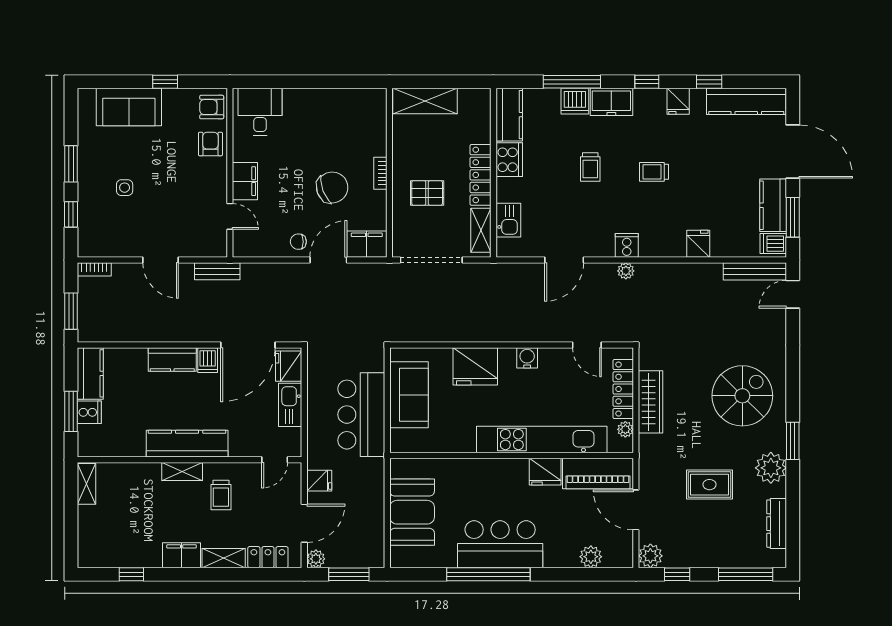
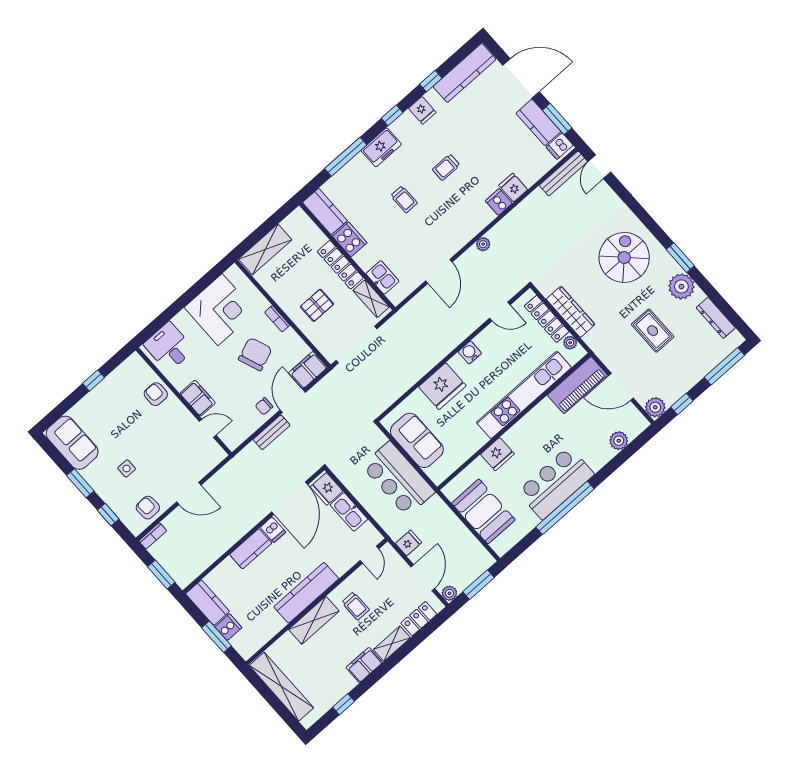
dishwasher: (575, 101) -> (358, 167), removed
sofa: (129, 107) -> (72, 443), moved, turned -90
armchair: (212, 107) -> (148, 508), moved, turned 87
corner desk: (336, 119) -> (220, 310), added
cooker: (627, 245) -> (499, 202), moved
bench: (217, 271) -> (272, 432), moved
shelving: (182, 471) -> (314, 620), width x1.50, depth x1.33
fridge: (545, 472) -> (497, 454), moved
shelving: (86, 484) -> (281, 687), width x2.20, depth x1.33
rug: (709, 485) -> (653, 331), turned 90

